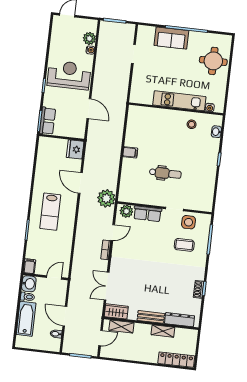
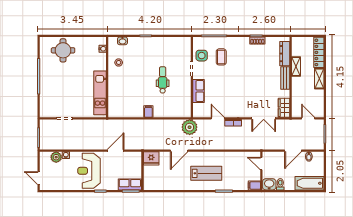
sofa: (171, 38) -> (48, 88), removed
kitchen unit: (179, 101) -> (100, 93), moved
plant: (126, 211) -> (198, 109), removed
bathtub: (26, 319) -> (310, 183), moved
shelving: (121, 326) -> (319, 79), moved

